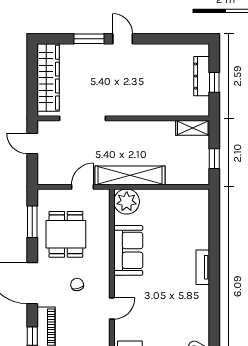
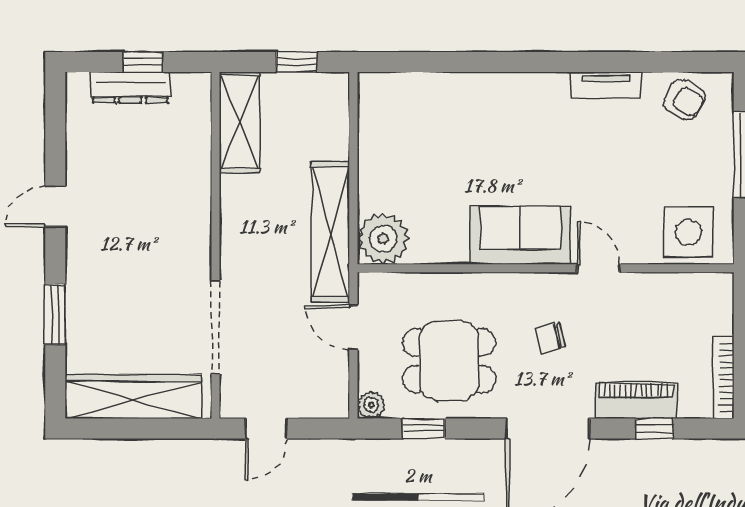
door: (123, 39) -> (55, 207), moved
shelving: (193, 128) -> (240, 122), width x1.50, depth x1.33
plant: (44, 196) -> (371, 405), added
window: (32, 222) -> (424, 429), width x0.67
sofa: (128, 250) -> (520, 235), moved
tv unit: (203, 267) -> (606, 85), moved

